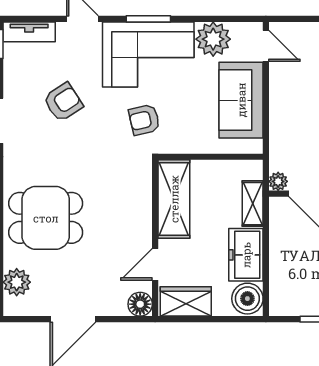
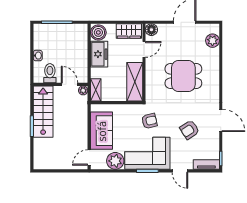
door: (266, 46) -> (89, 157), hinge flipped
shelving: (253, 204) -> (96, 90), moved
dining table: (46, 218) -> (183, 76), moved

